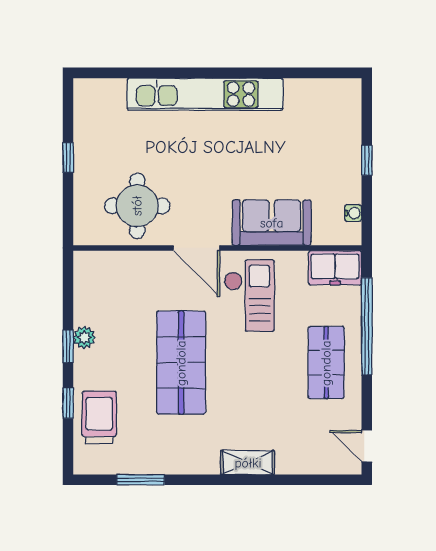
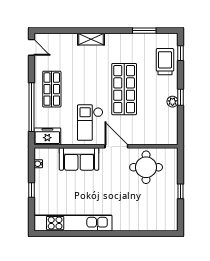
kitchen unit: (205, 94) -> (73, 223), moved
window: (68, 403) -> (181, 53), moved
trolley: (99, 417) -> (165, 62), turned 180

